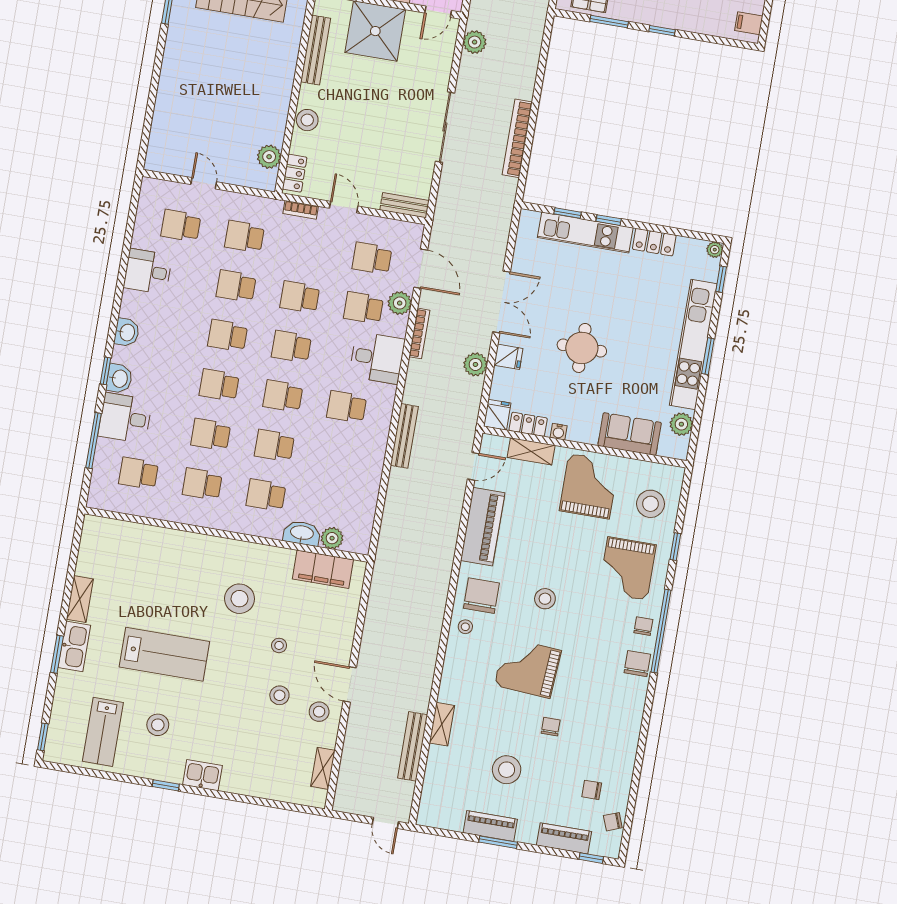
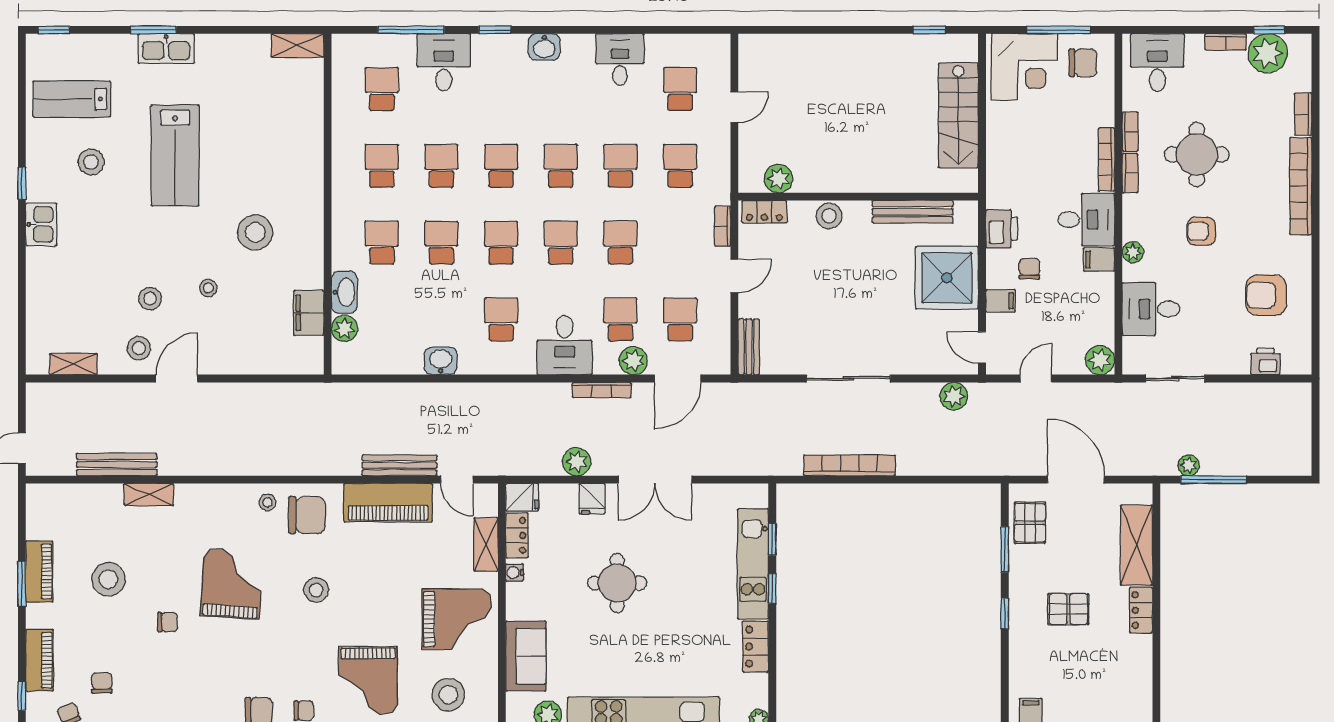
washbasin: (119, 379) -> (441, 361), moved, turned 180
bench: (404, 436) -> (399, 465), moved
filing cabinet: (323, 569) -> (309, 313), width x0.67, depth x0.86
grand piano: (627, 569) -> (368, 680), turned -90
shelving: (80, 599) -> (297, 46), moved

